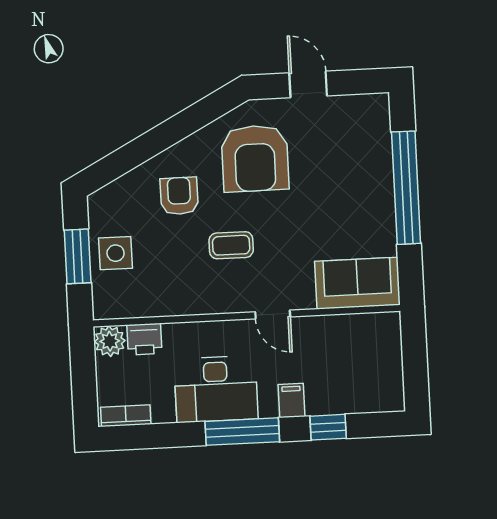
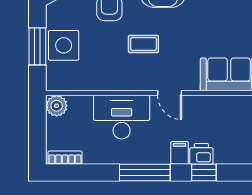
side table: (116, 253) -> (64, 45), width x1.37, depth x1.37
printer: (144, 339) -> (201, 154), moved, turned 180
desk: (216, 389) -> (122, 117), moved, turned 180

